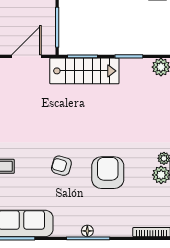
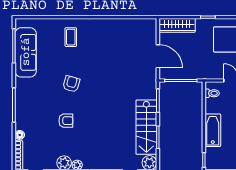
stairs: (84, 71) -> (146, 127), moved
armchair: (108, 173) -> (66, 121), width x0.53, depth x0.53
floor lamp: (87, 231) -> (20, 135), moved

